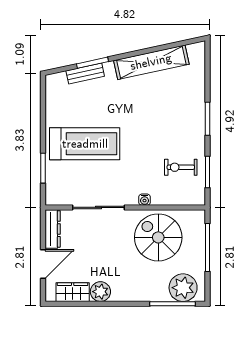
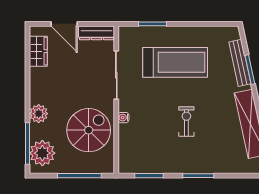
bench: (85, 74) -> (240, 63), width x1.36
treadmill: (85, 144) -> (175, 62), turned -90
exercise bike: (181, 167) -> (186, 122), moved
plant: (100, 292) -> (39, 114), moved

